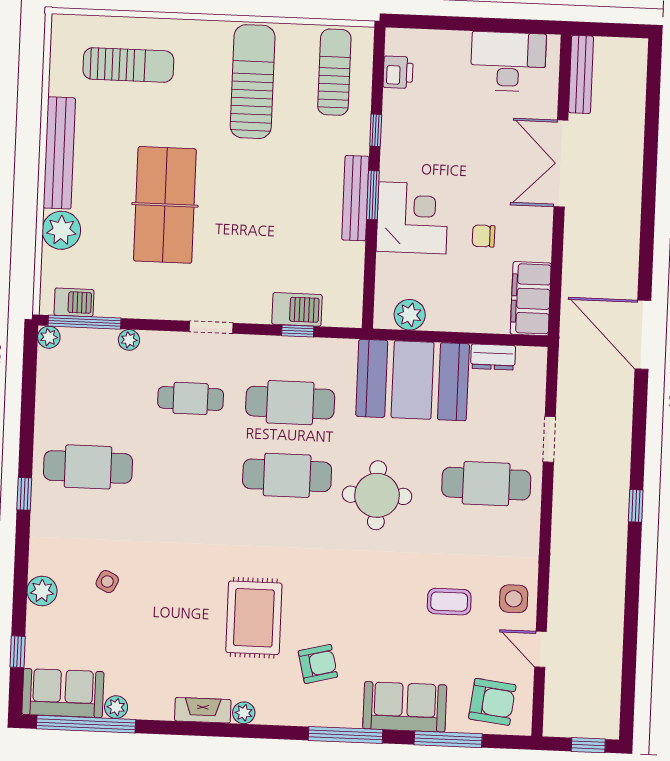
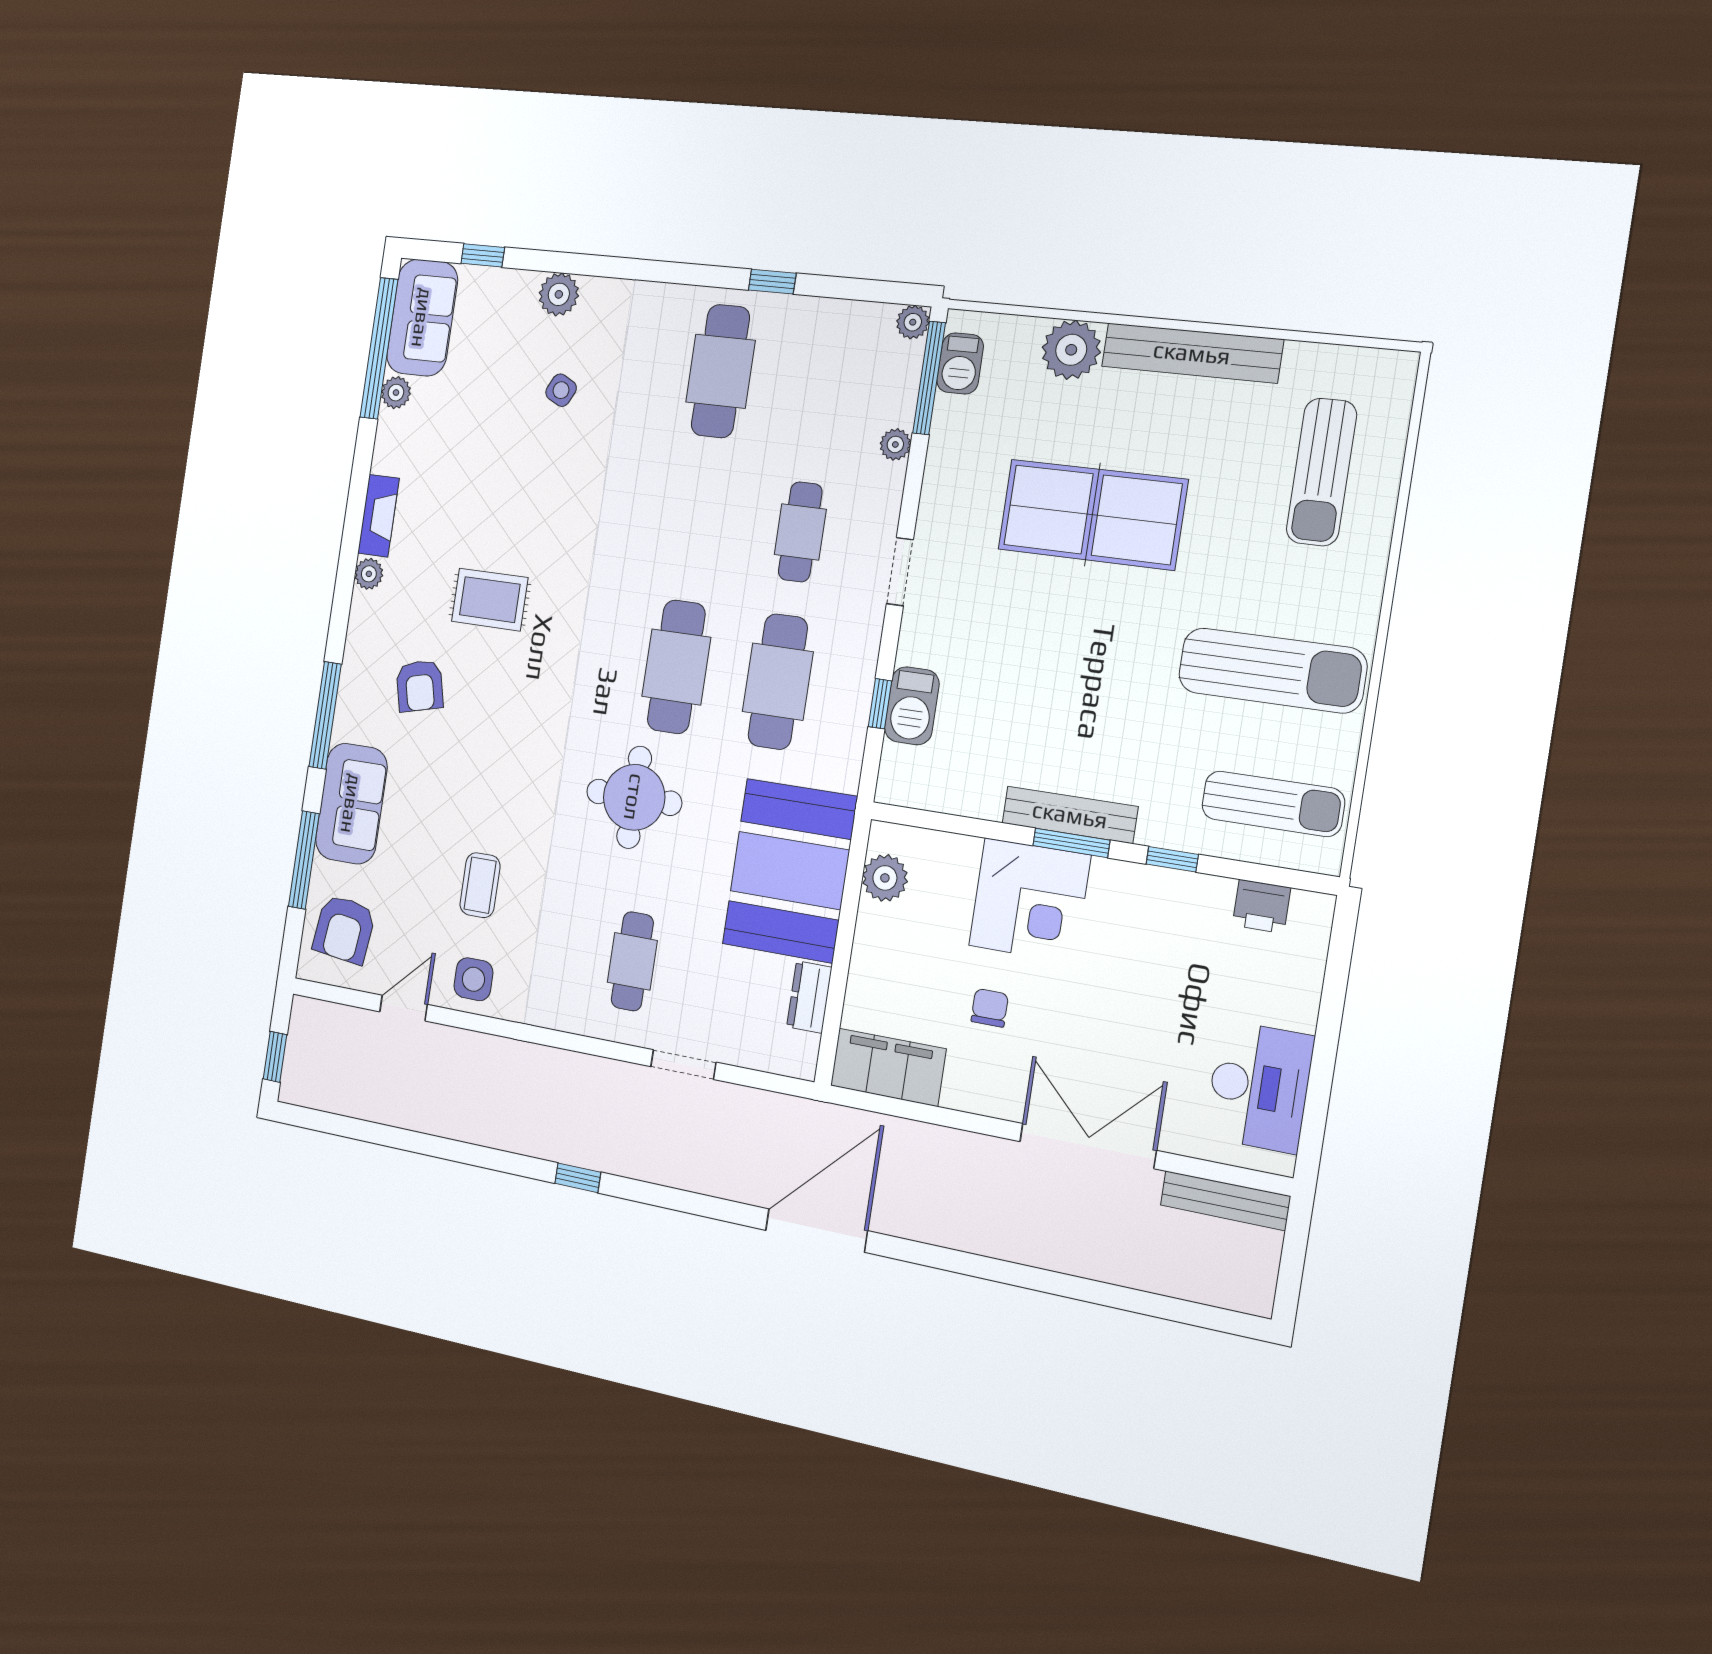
cafe table: (486, 484) -> (632, 961), width x0.73, depth x0.74
window: (24, 494) -> (772, 282), moved
rug: (254, 618) -> (490, 600), width x0.73, depth x0.70

